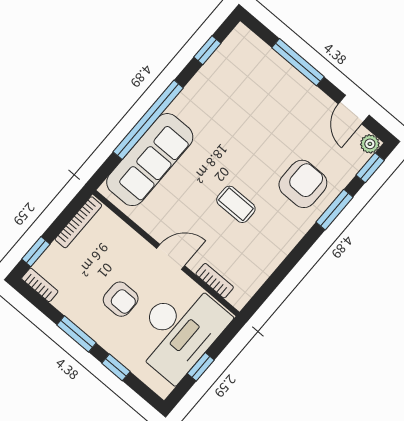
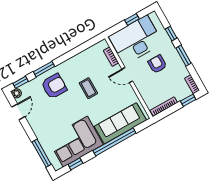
window: (298, 62) -> (42, 153), moved
corner sofa: (223, 93) -> (75, 142), added
armchair: (303, 184) -> (54, 86), turned 180

